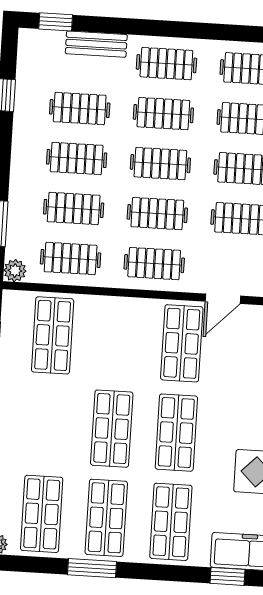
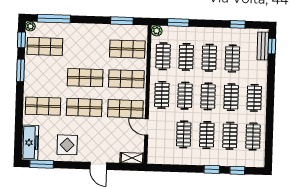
bench: (96, 44) -> (263, 46), moved
shop shelf: (106, 518) -> (126, 79), moved
window: (227, 576) -> (21, 40), moved

